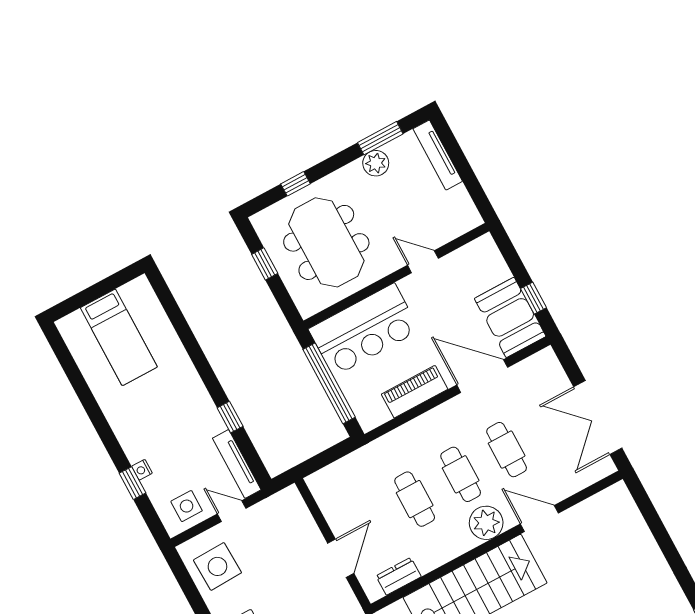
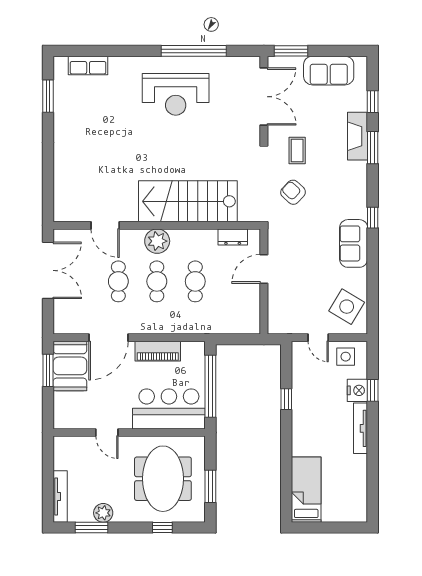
window: (265, 264) -> (210, 486), width x1.50
window: (533, 298) -> (48, 370), width x1.50
bed: (119, 337) -> (306, 490), moved
door: (482, 376) -> (109, 338), hinge flipped
tv unit: (237, 464) -> (361, 428), moved, turned 180
nightstand: (142, 470) -> (357, 390), width x1.89, depth x1.79
door: (539, 518) -> (105, 225), moved
side table: (217, 566) -> (347, 307), turned 33

